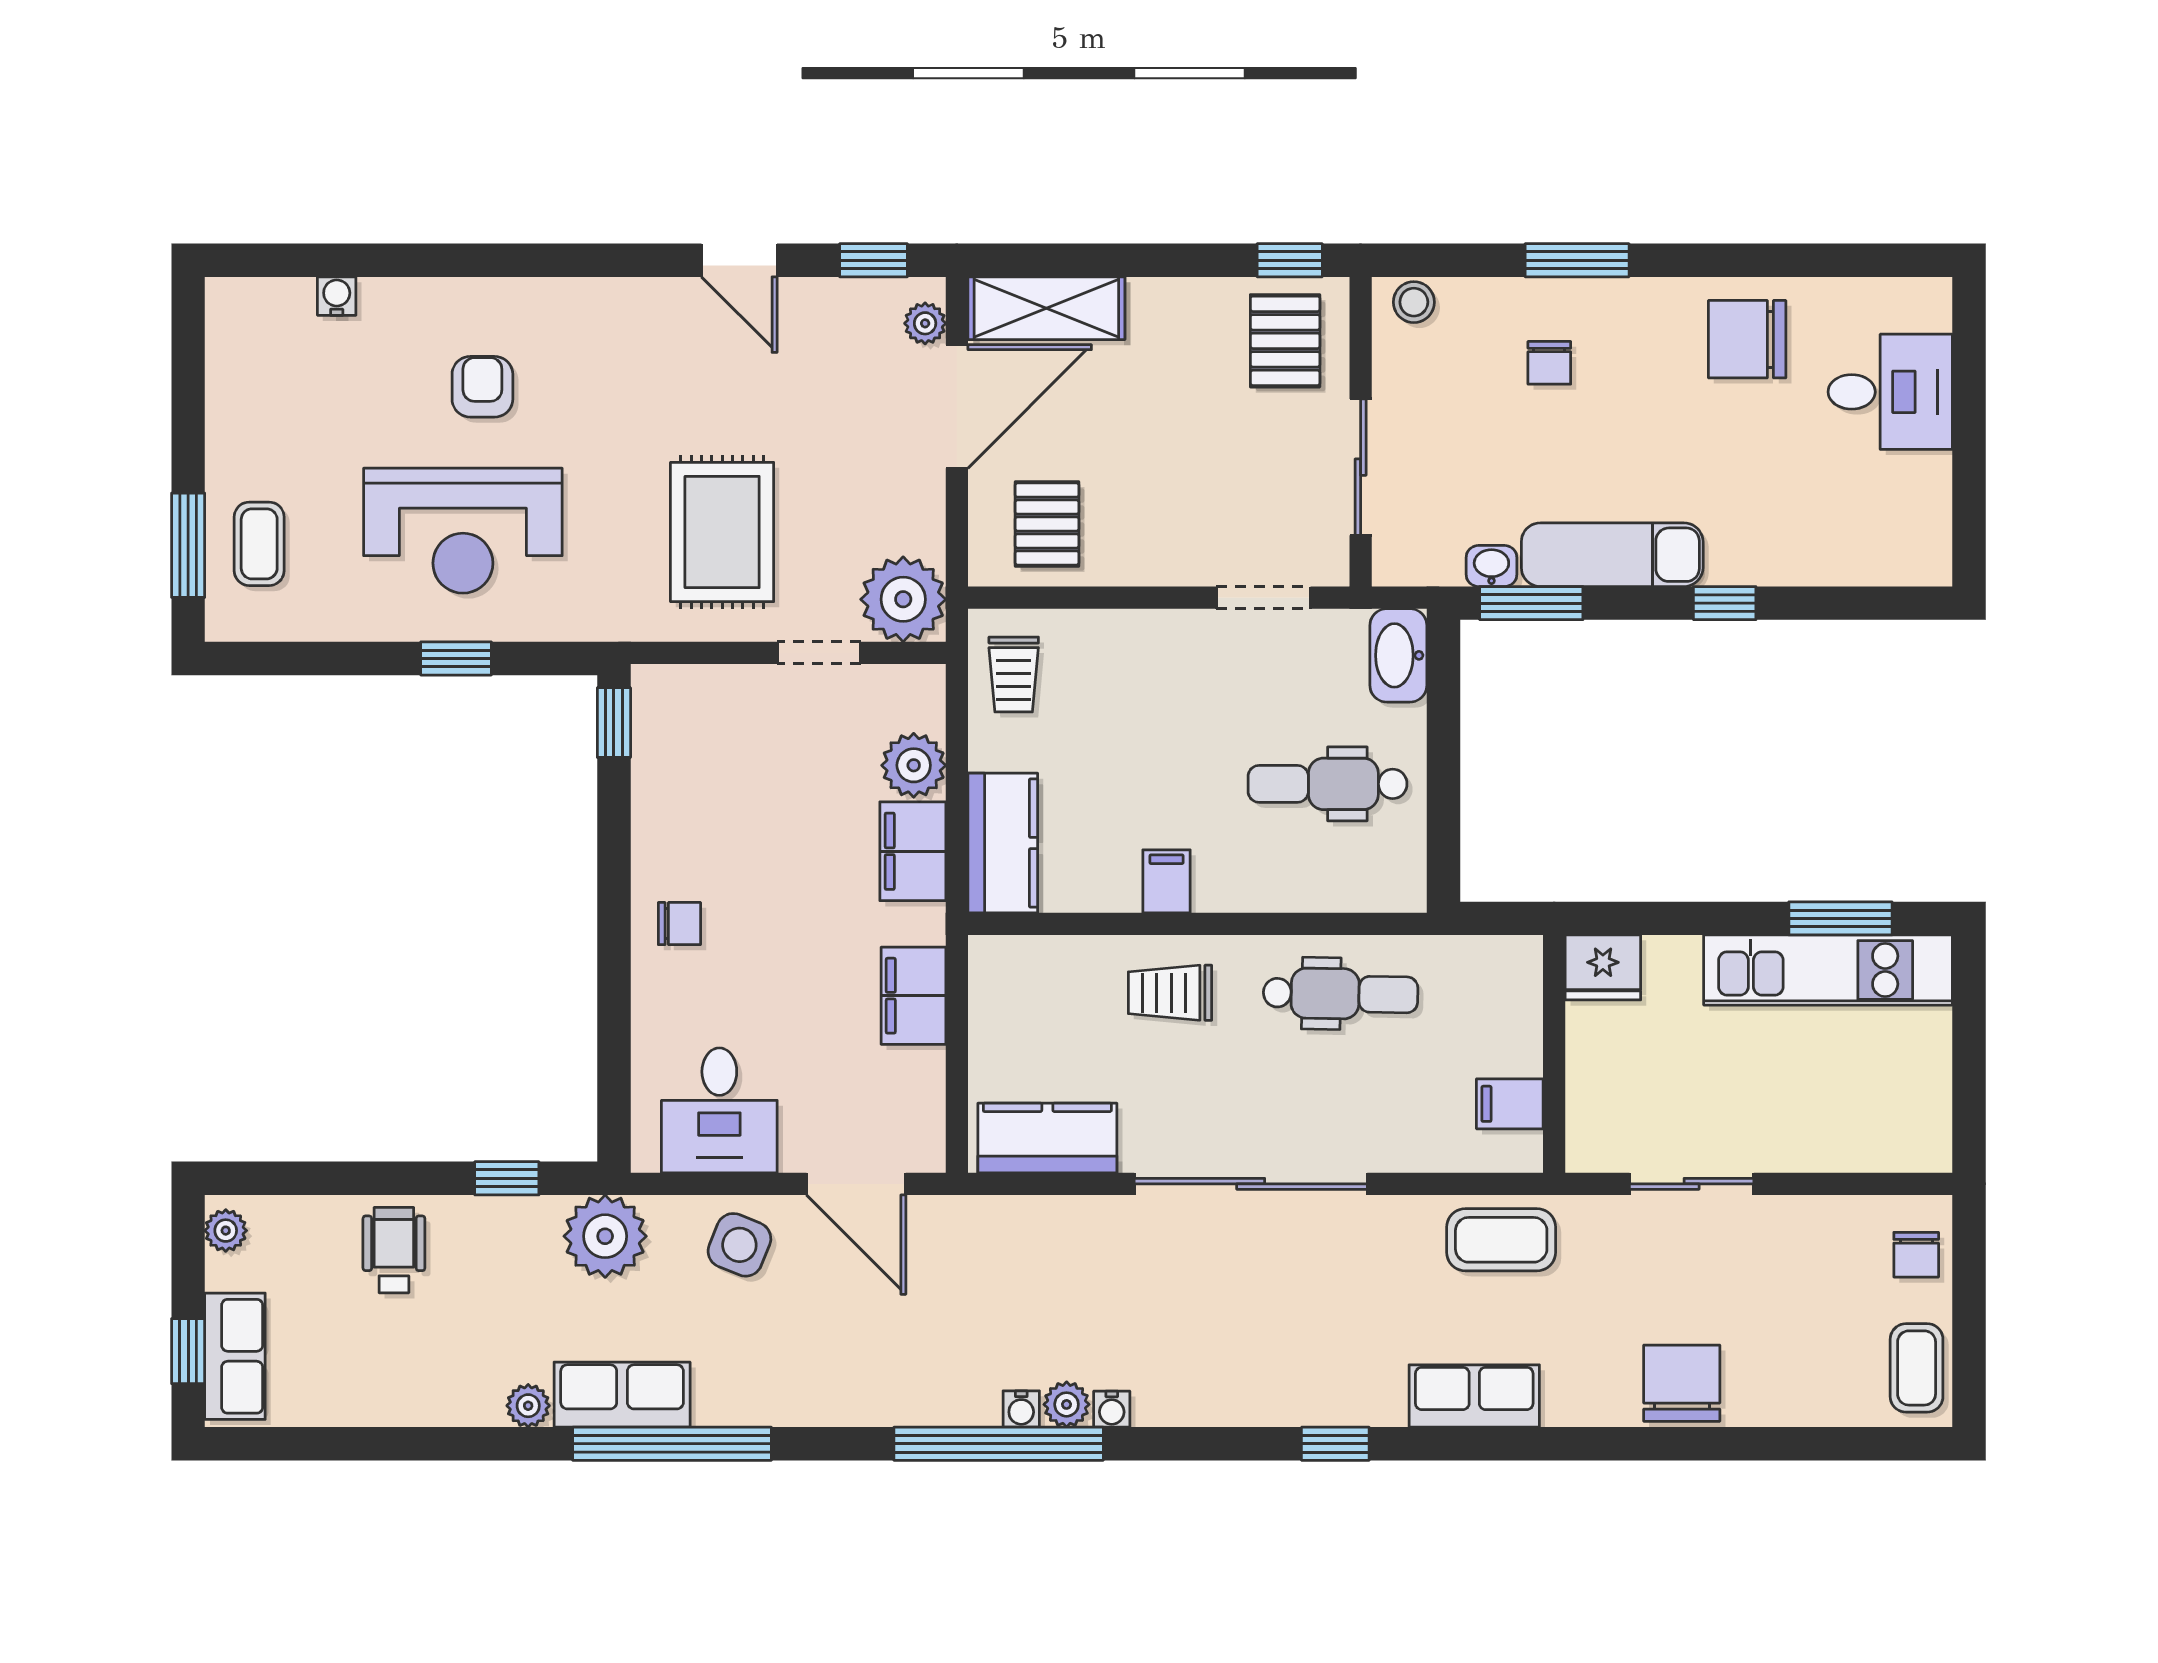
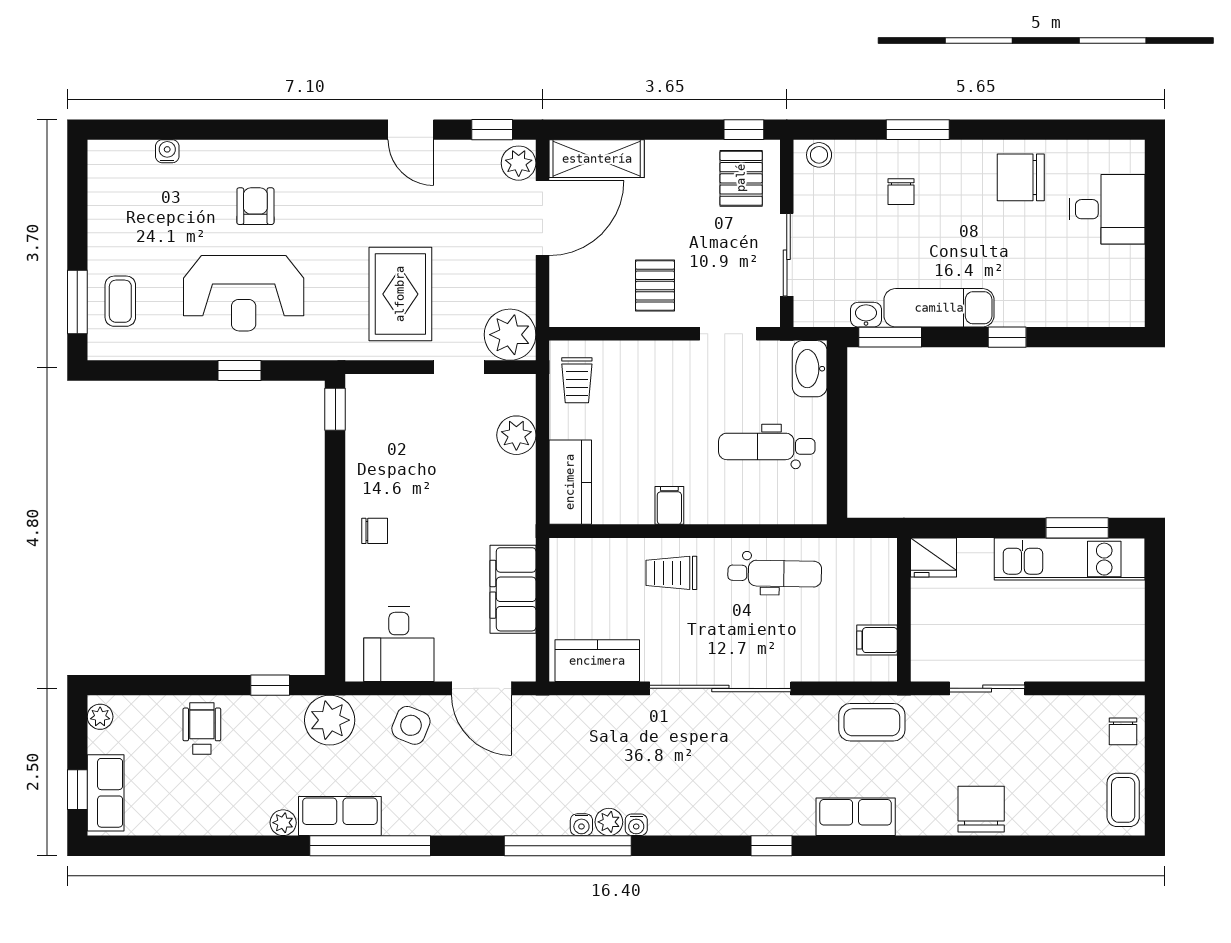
plant: (925, 323) -> (519, 163), width x1.38, depth x1.38
pallet: (1047, 524) -> (655, 286), moved
filing cabinet: (913, 851) -> (516, 487), removed
filing cabinet: (913, 996) -> (513, 589), width x1.50, depth x1.17

